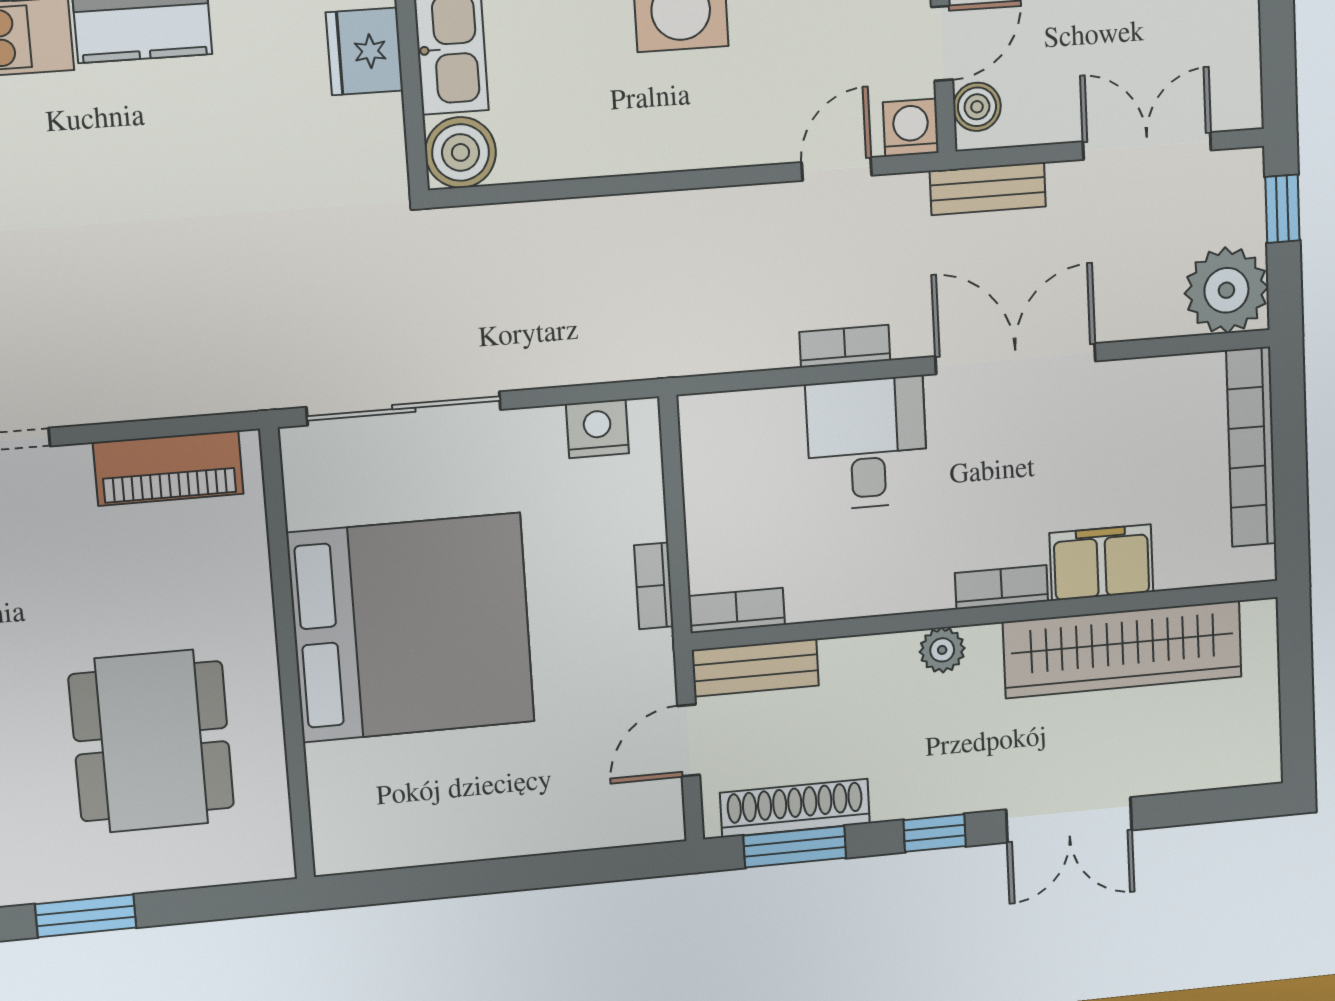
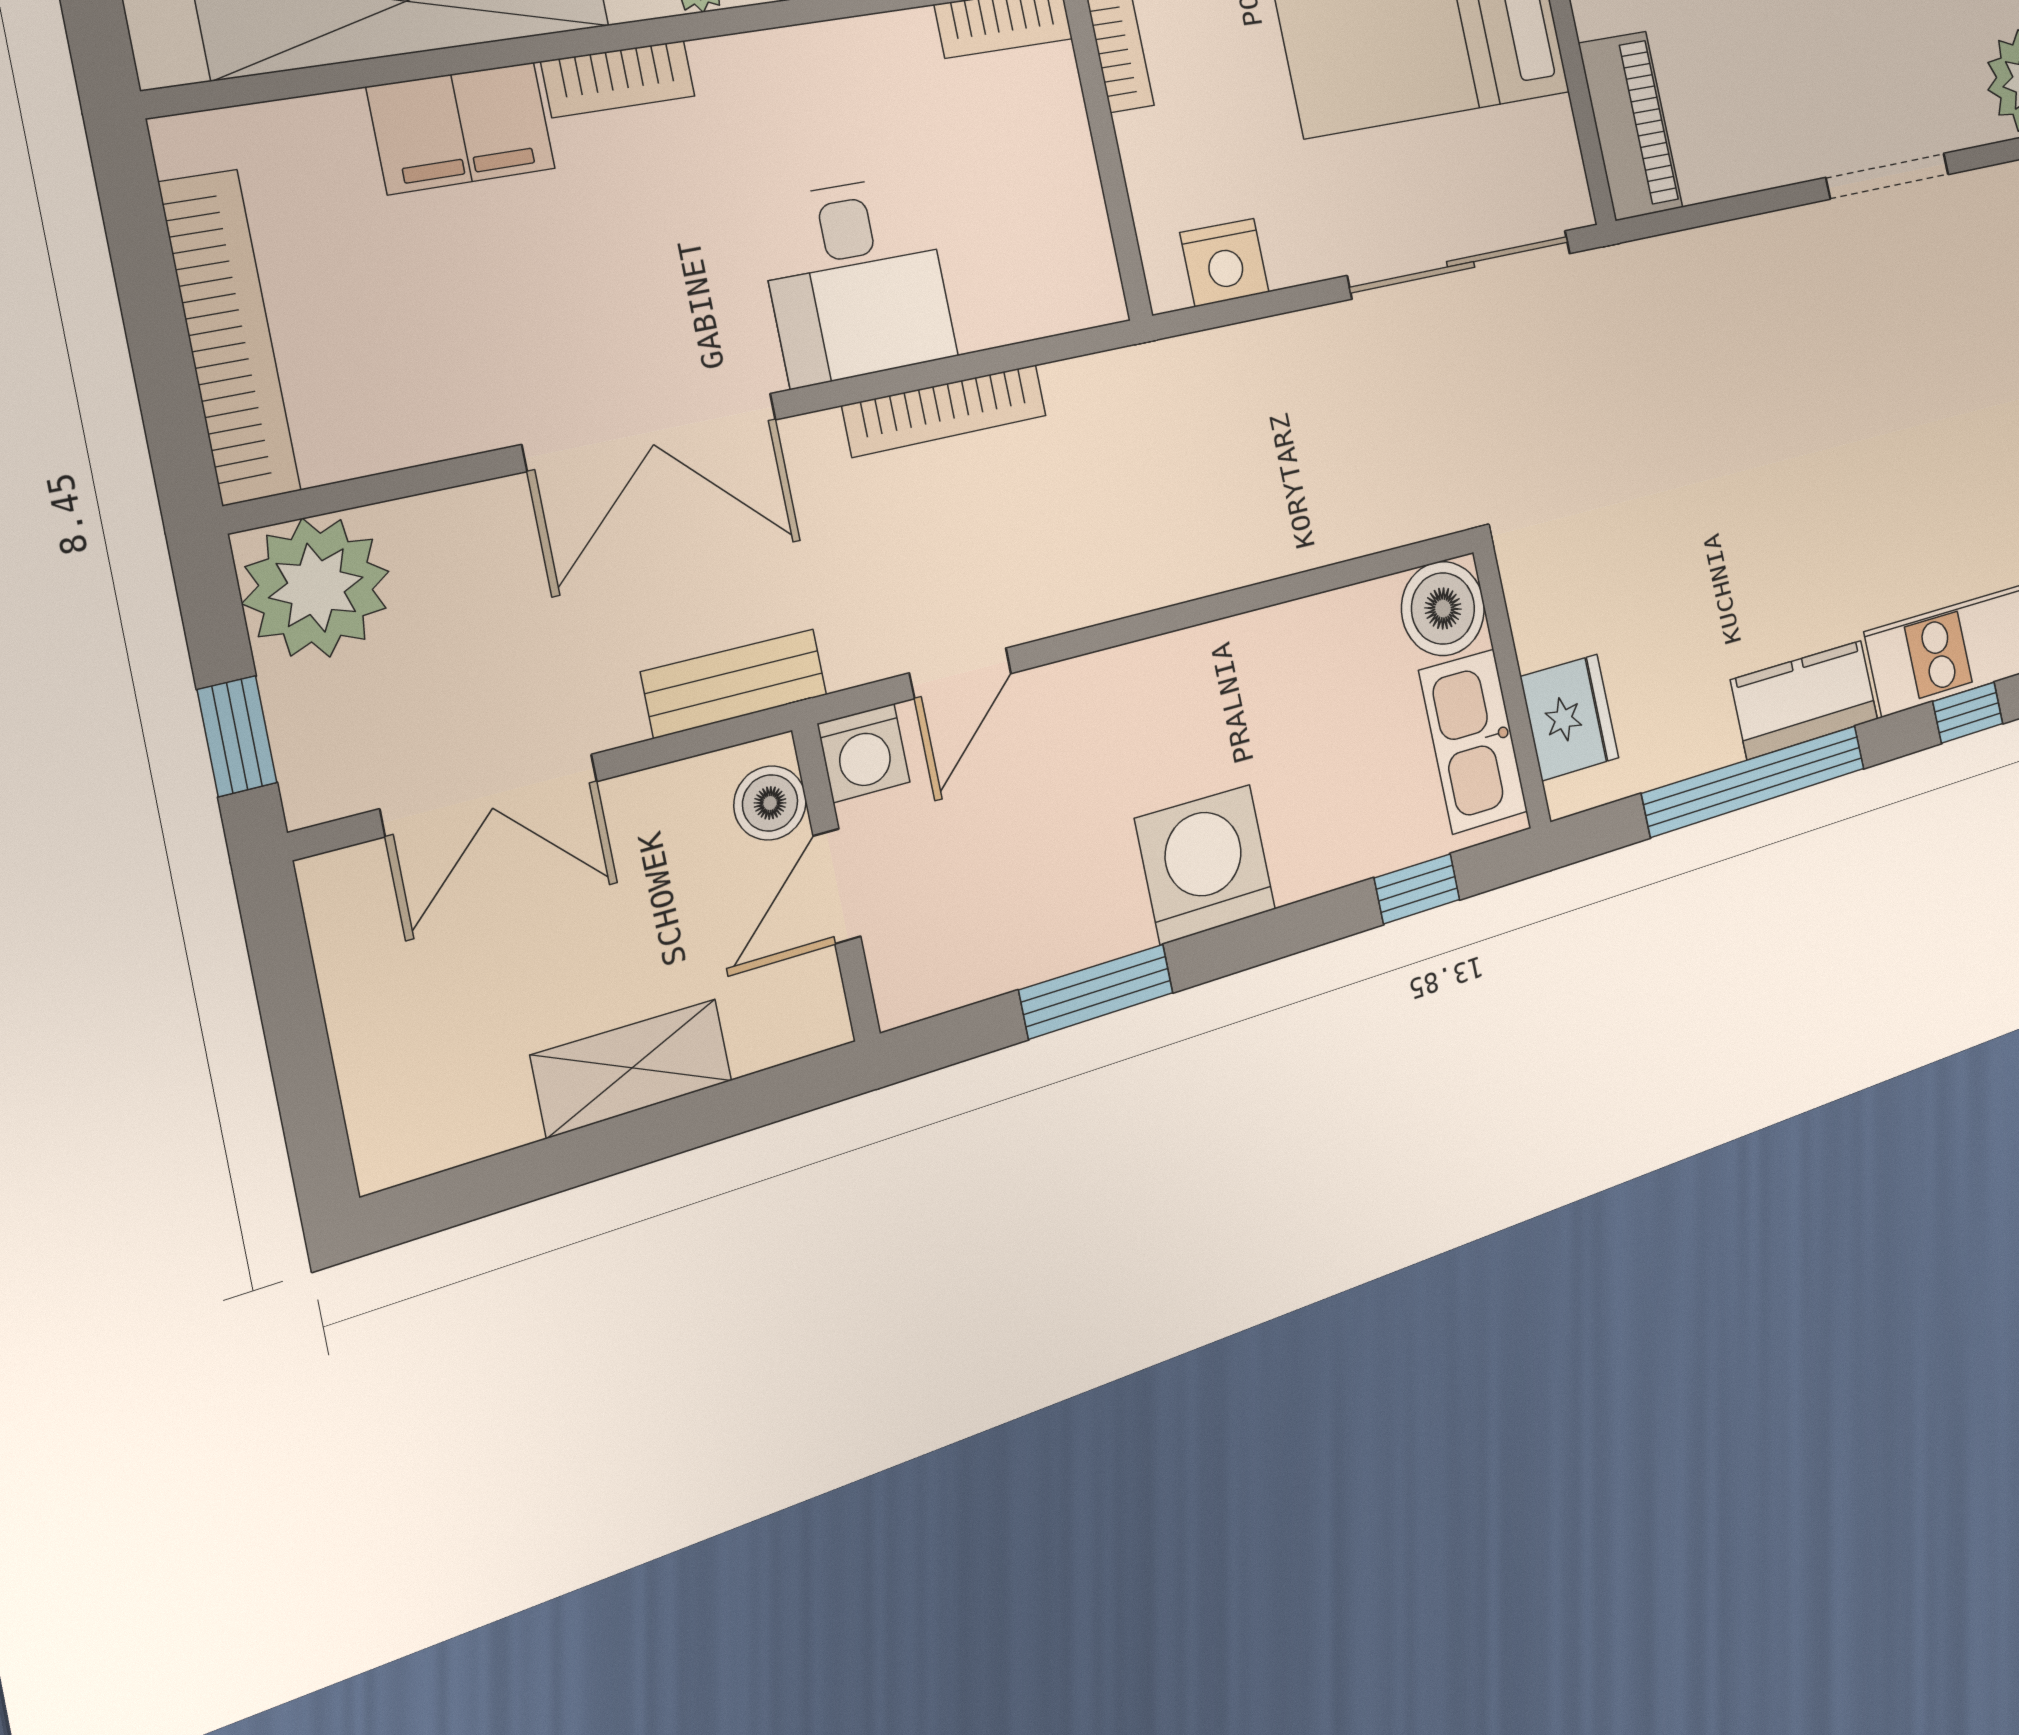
bookcase: (845, 346) -> (945, 411), width x1.56
piano: (168, 468) -> (1631, 126), moved, turned 90

